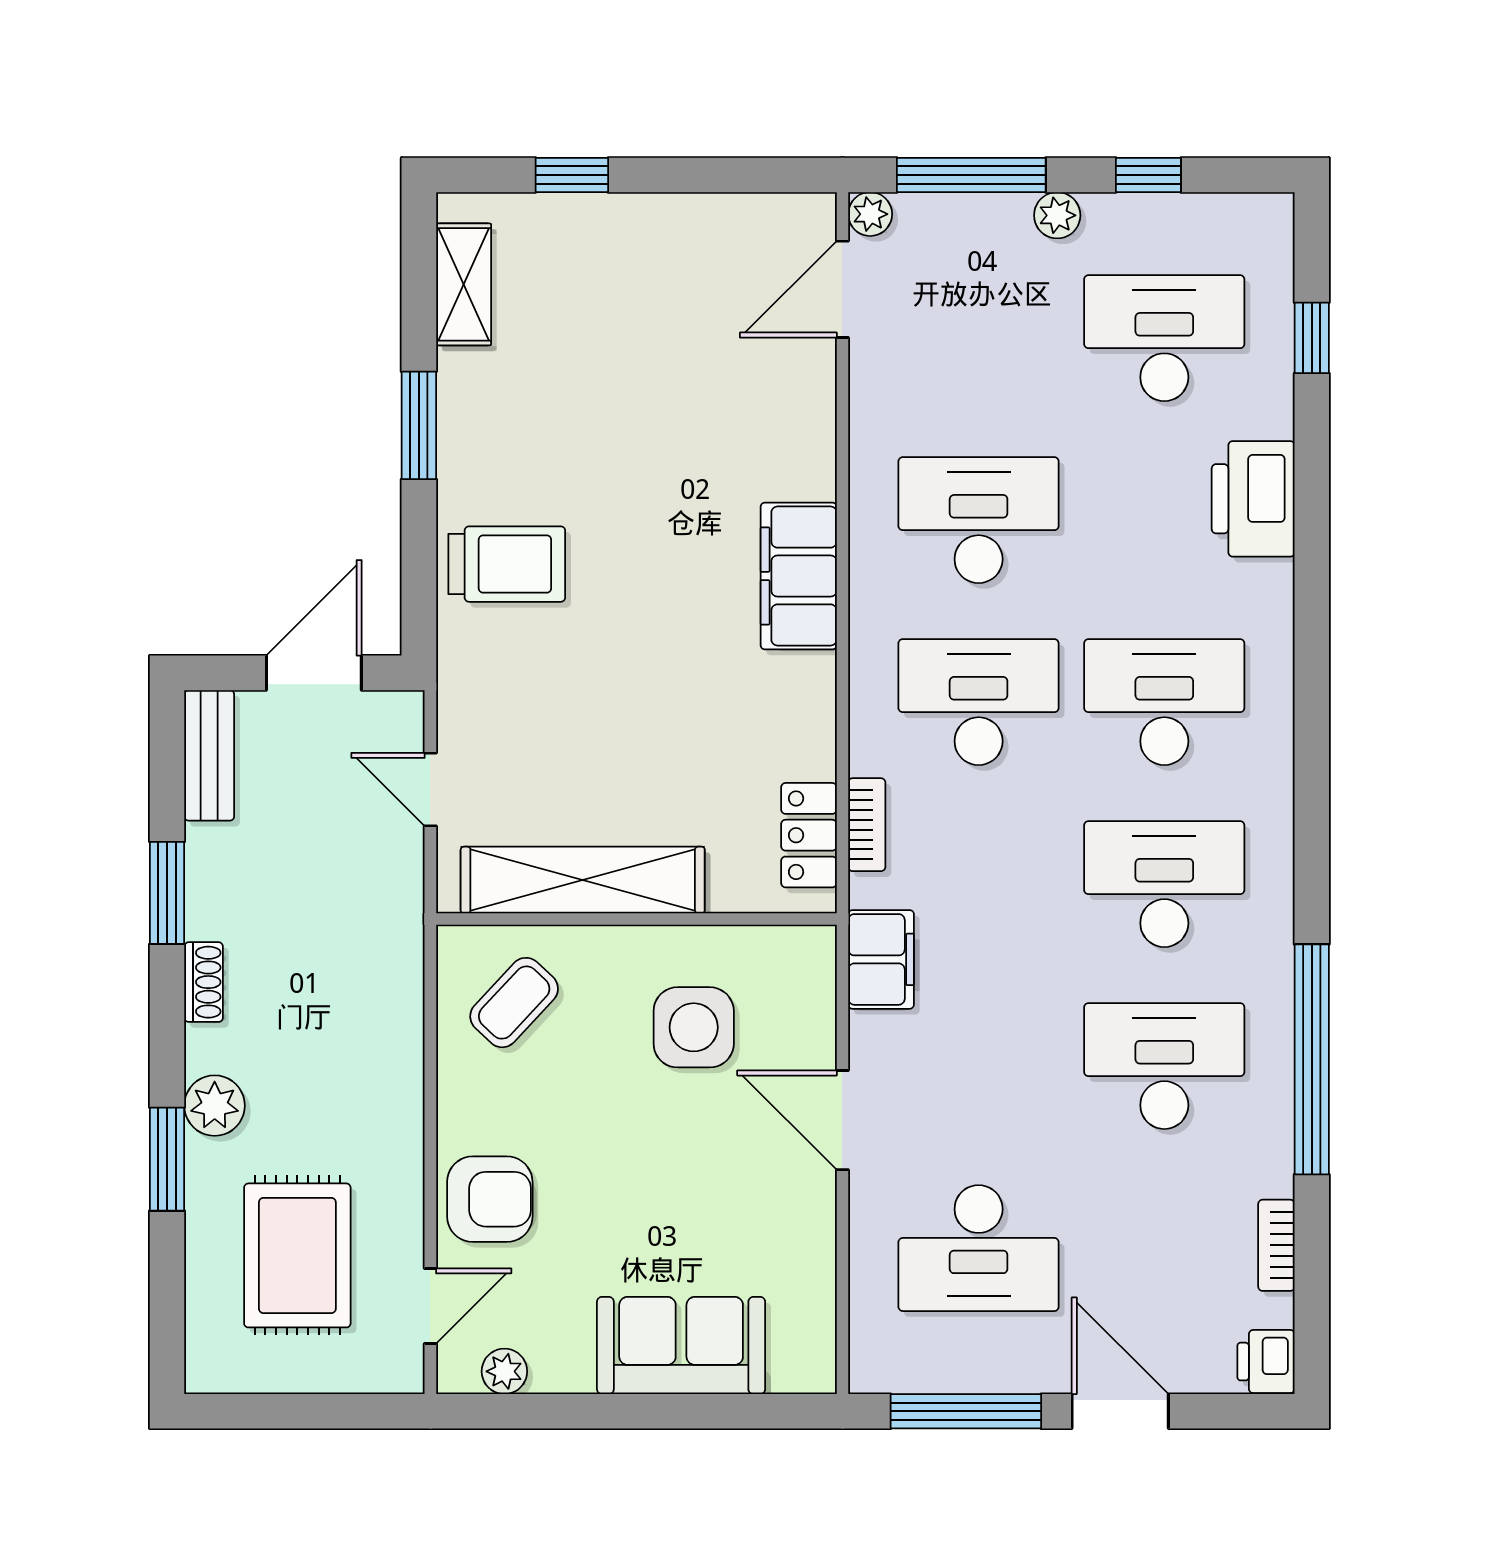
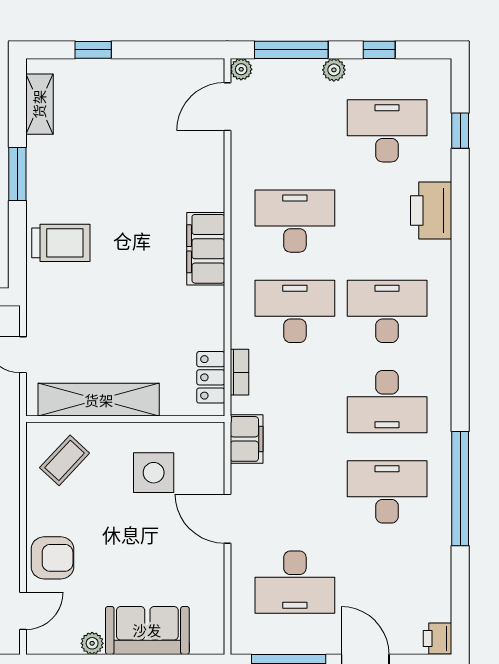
desk: (1164, 884) -> (387, 402), turned 180
bookcase: (1276, 1245) -> (443, 581), removed
plant: (504, 1371) -> (92, 643), moved

